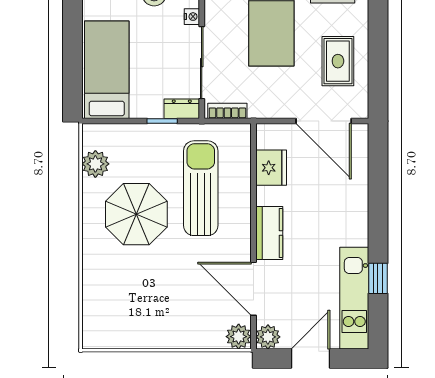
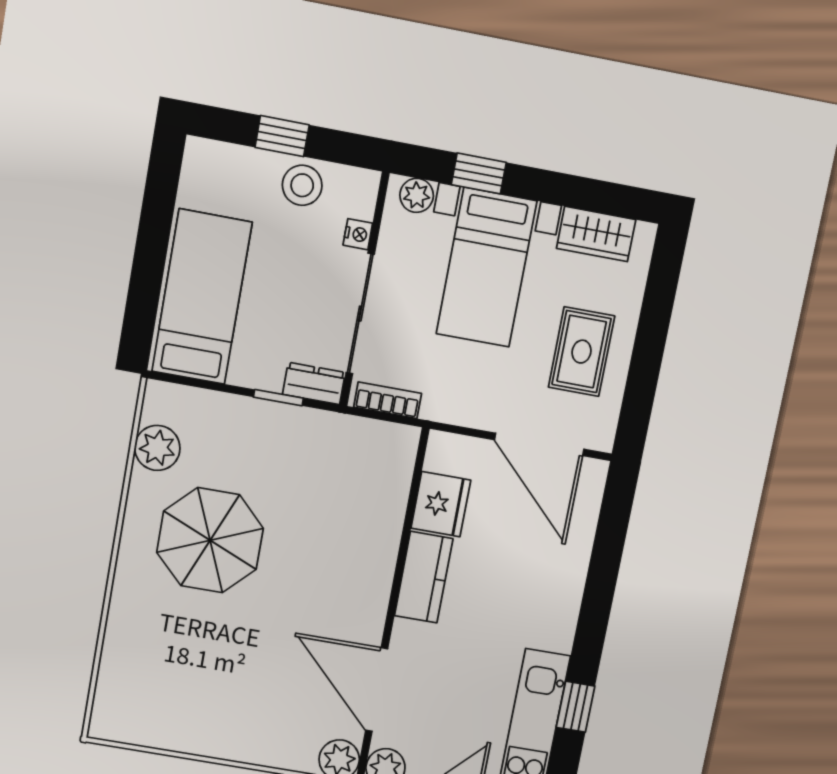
sun lounger: (201, 188) -> (322, 517), removed
kitchen counter: (269, 233) -> (424, 577), moved

